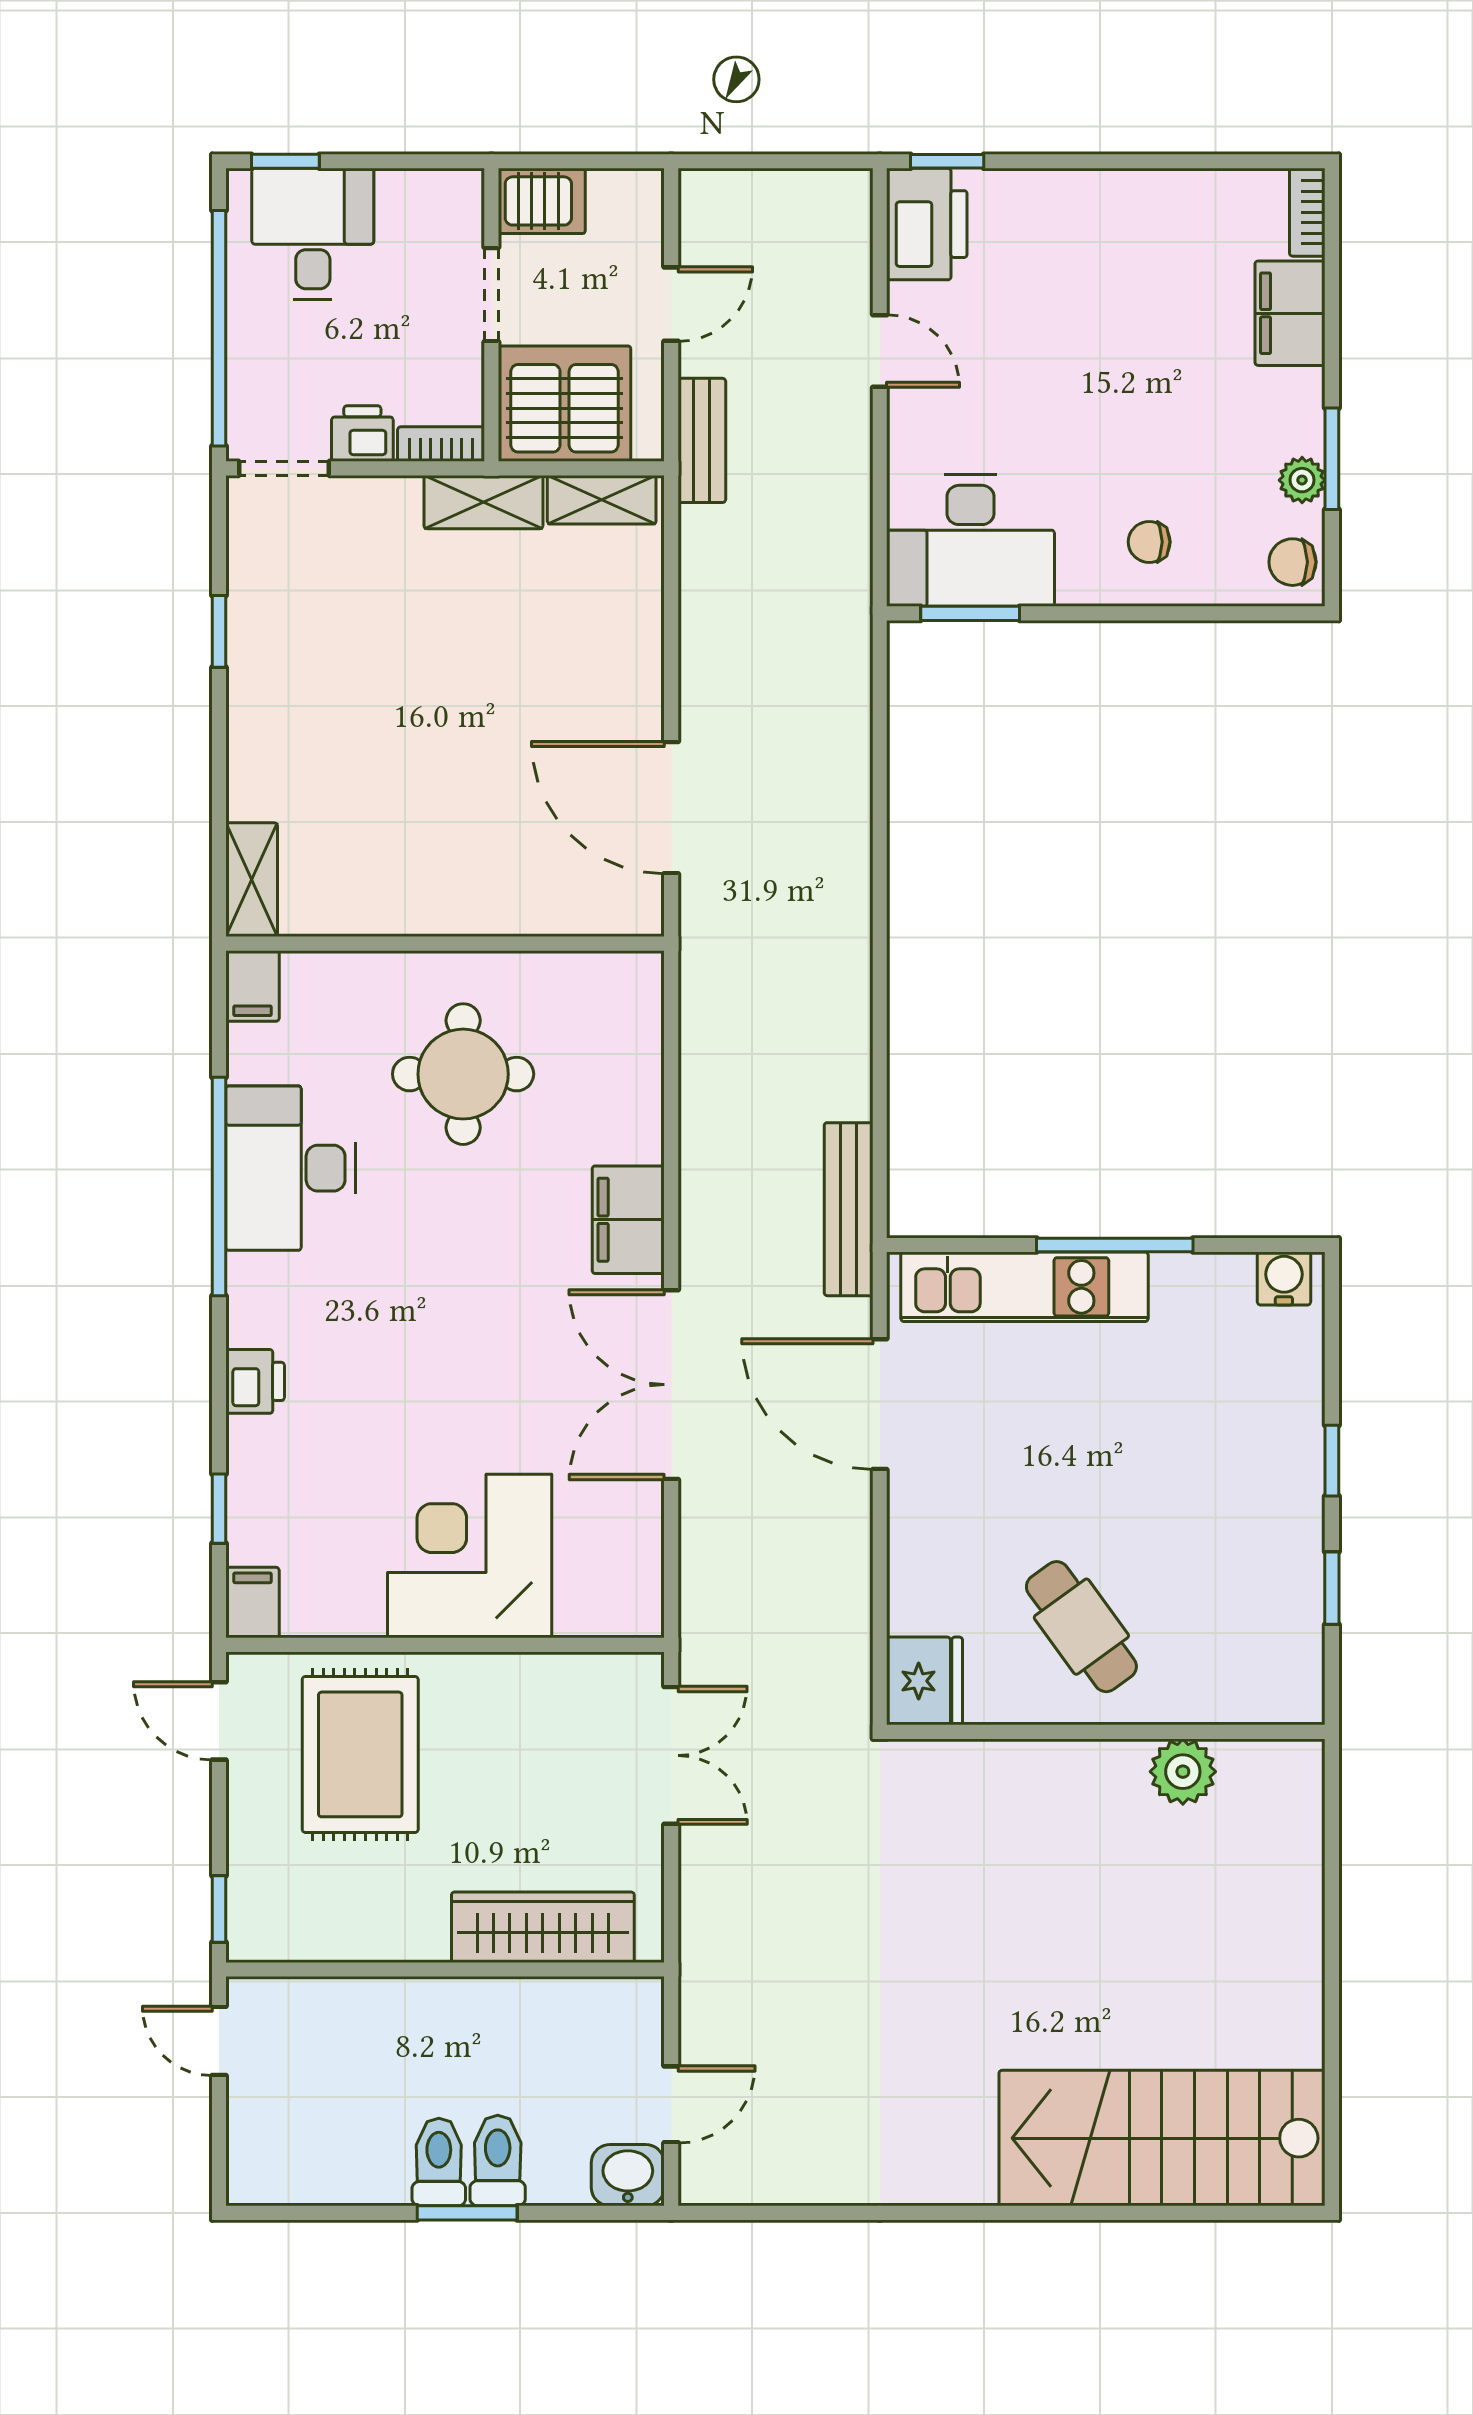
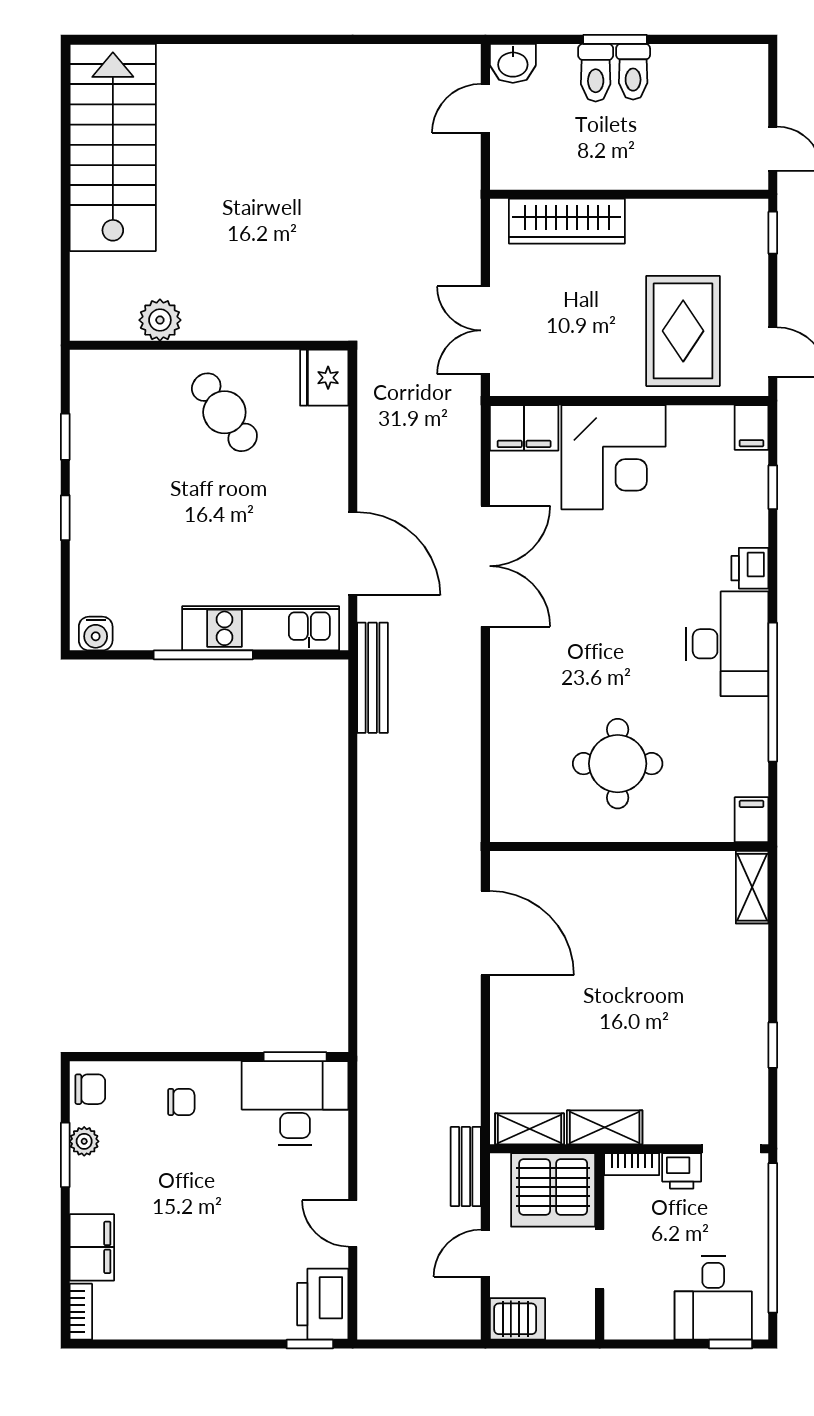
server rack: (542, 201) -> (517, 1319), moved, turned 180
desk: (291, 1168) -> (727, 644), moved
filing cabinet: (628, 1220) -> (524, 428), moved, turned 90
stairs: (1162, 2138) -> (113, 147), moved, turned -90

